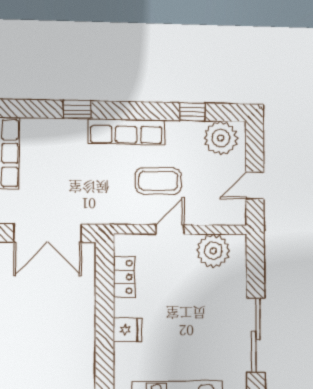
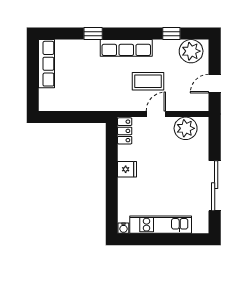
double door: (48, 233) -> (74, 117), removed
locker: (124, 277) -> (125, 131), moved
fridge: (127, 330) -> (127, 169), moved

